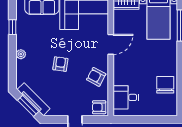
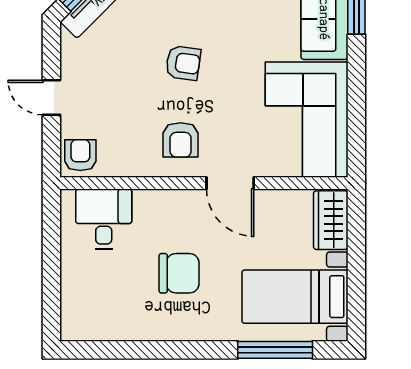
armchair: (96, 77) -> (181, 140), moved, turned 152
chair: (165, 85) -> (179, 273), moved

